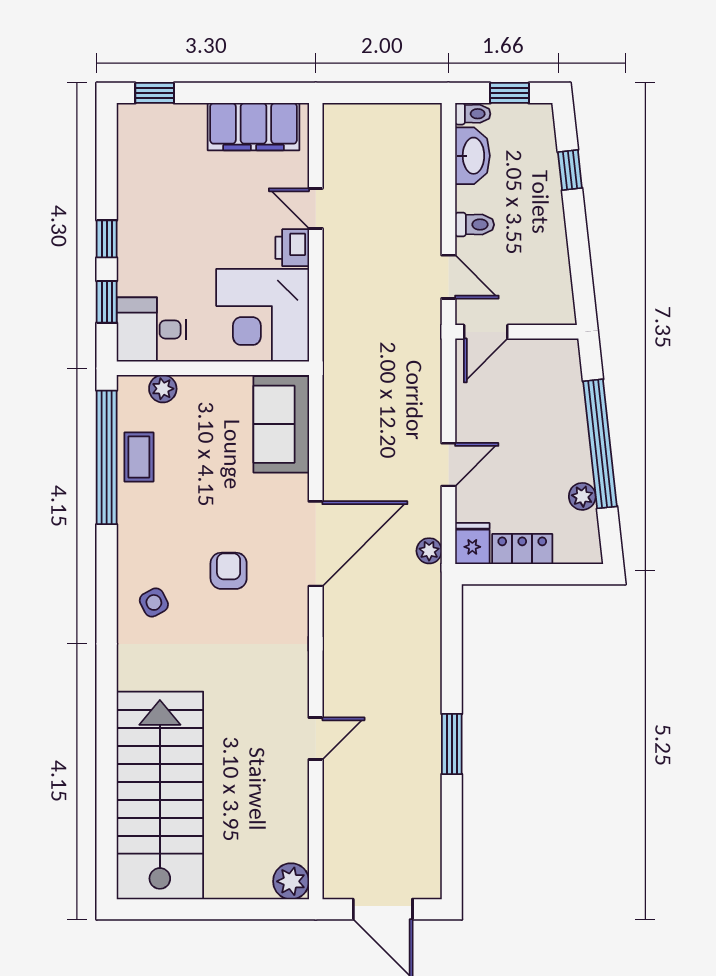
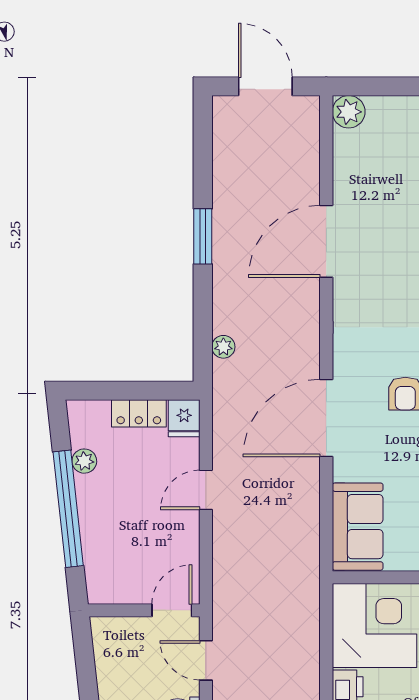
plant: (429, 551) -> (223, 347), moved
door: (316, 738) -> (326, 241), width x1.87

